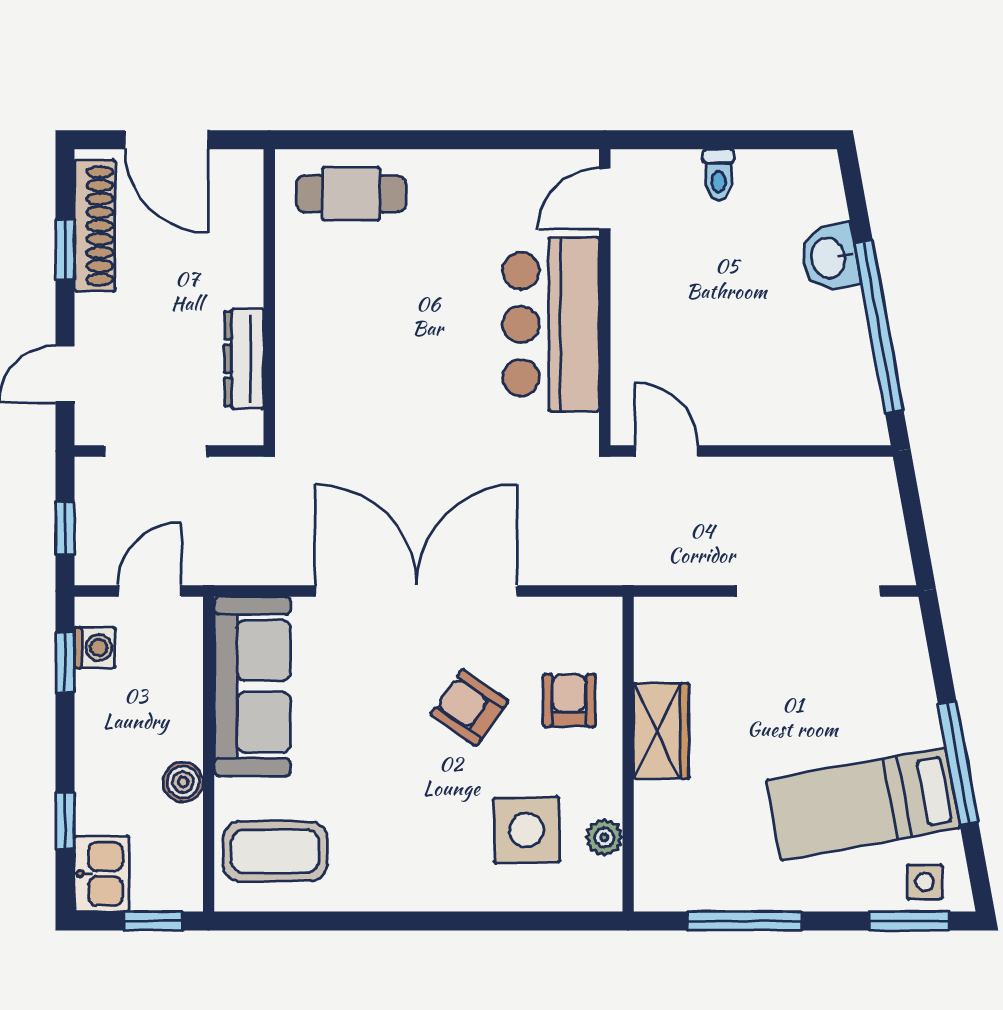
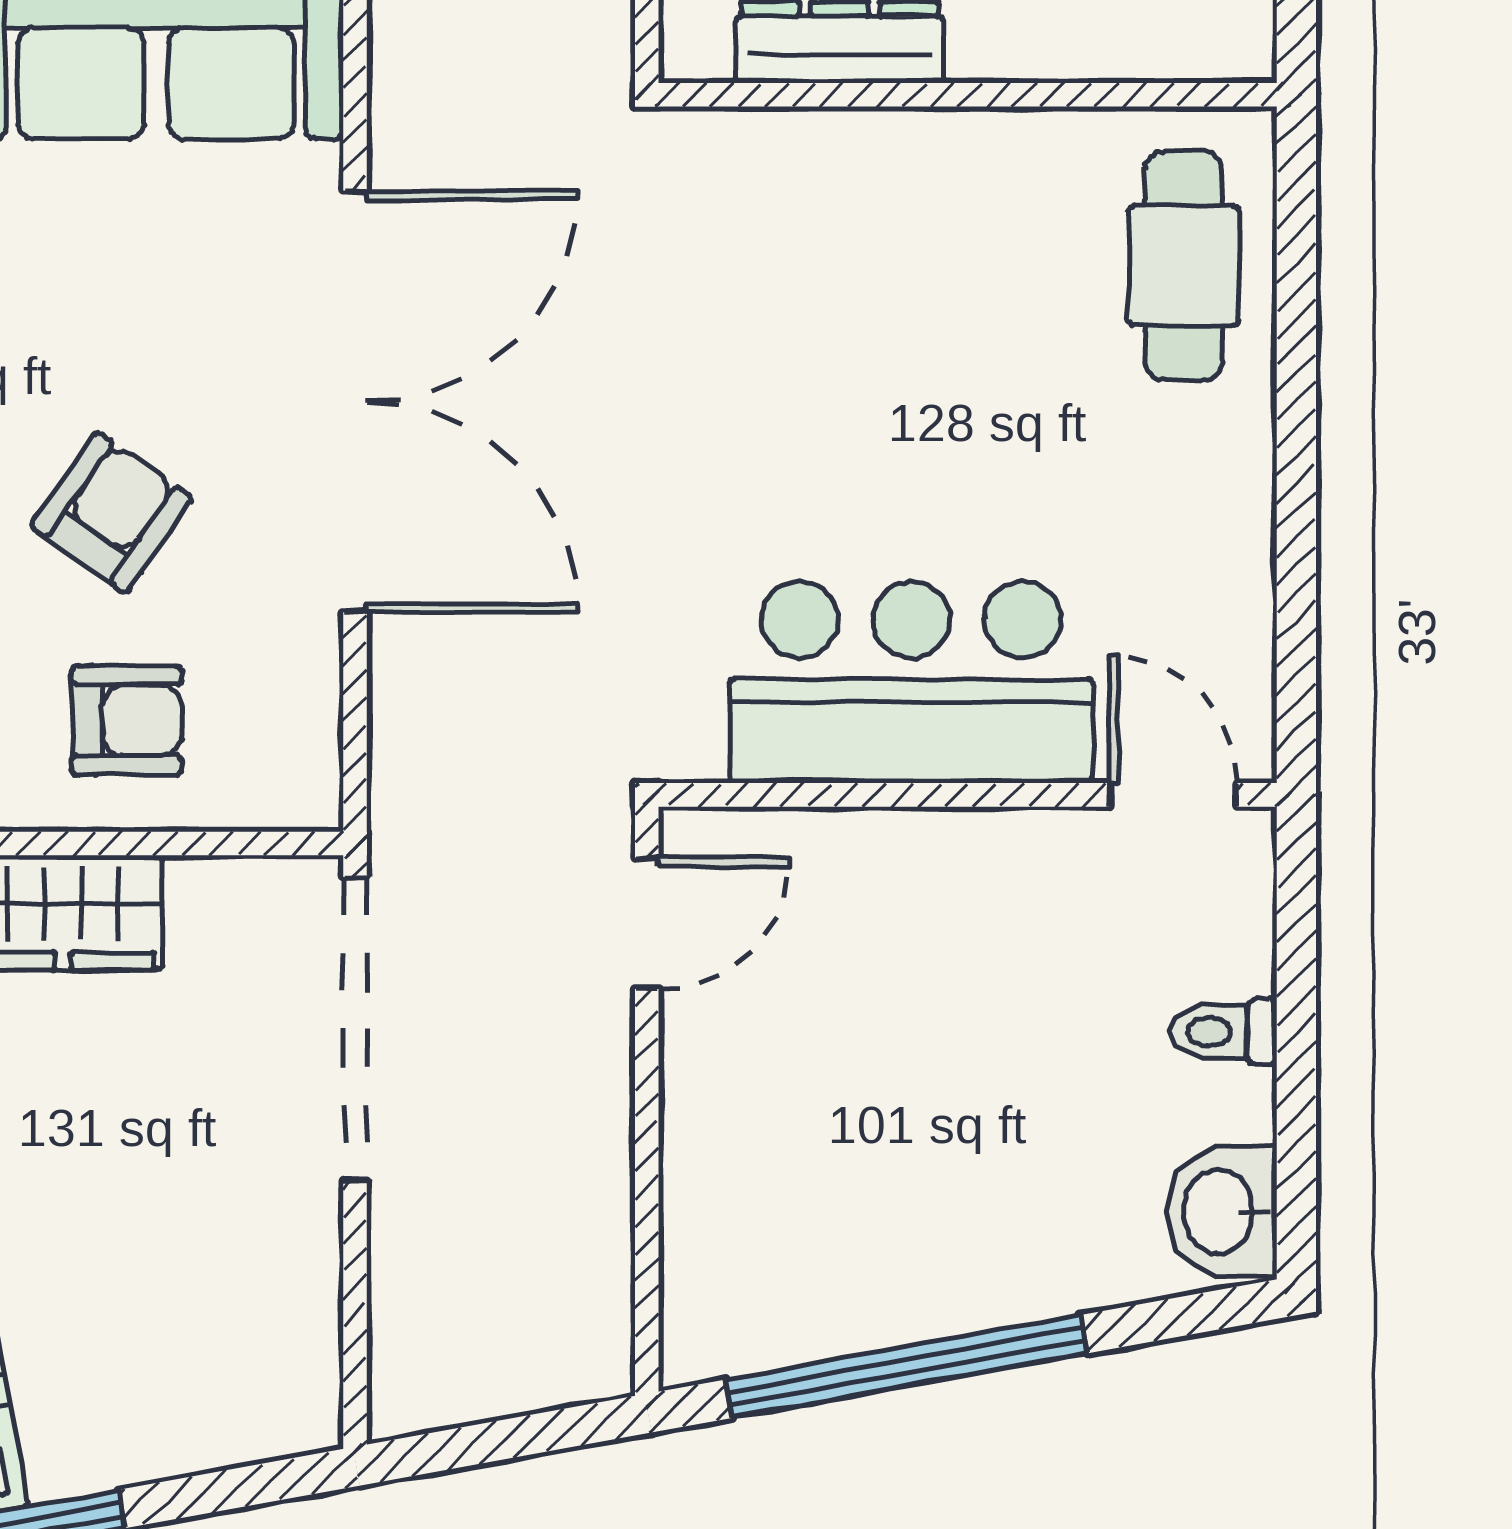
washbasin: (830, 258) -> (1221, 1212), moved, turned -80
doorway: (808, 591) -> (355, 1029), moved

